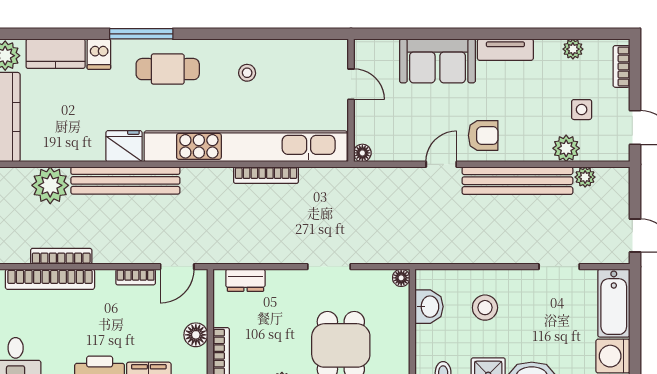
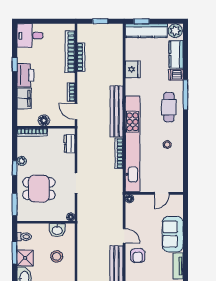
fridge: (124, 146) -> (133, 69), moved
bench: (125, 180) -> (117, 111), moved
plant: (50, 185) -> (114, 52), removed

